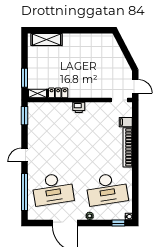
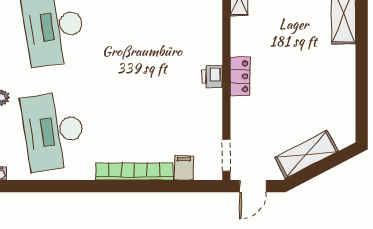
shelving: (119, 59) -> (306, 154), added
locker: (58, 93) -> (240, 76), moved

